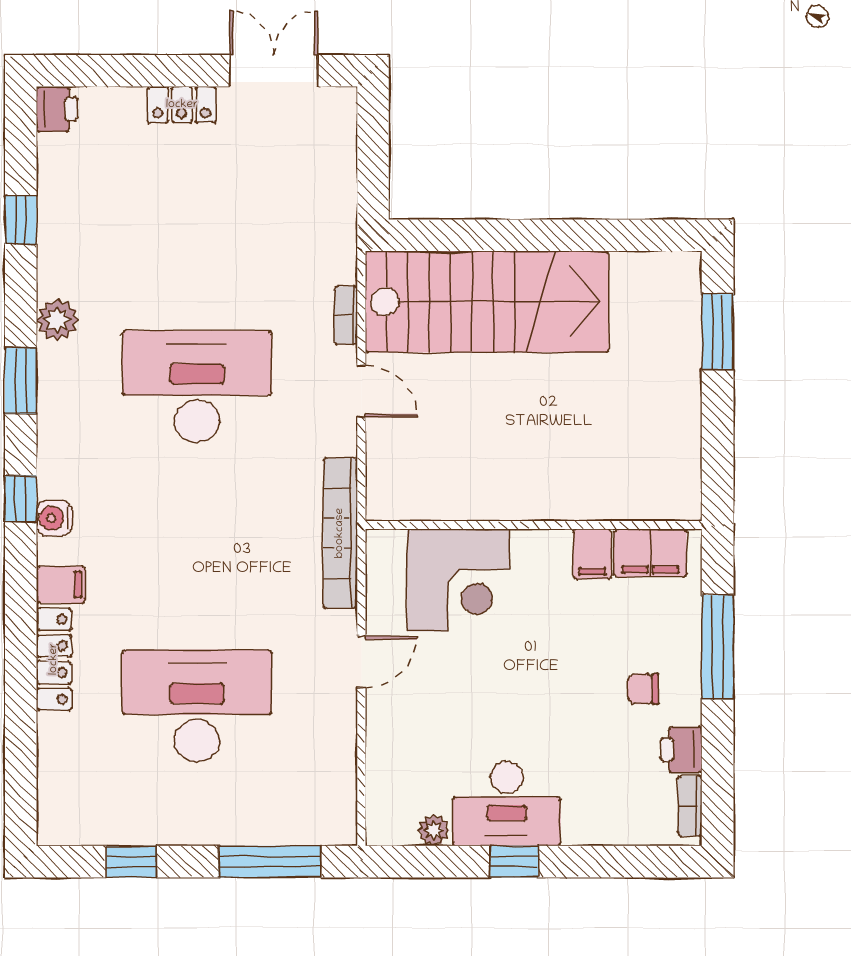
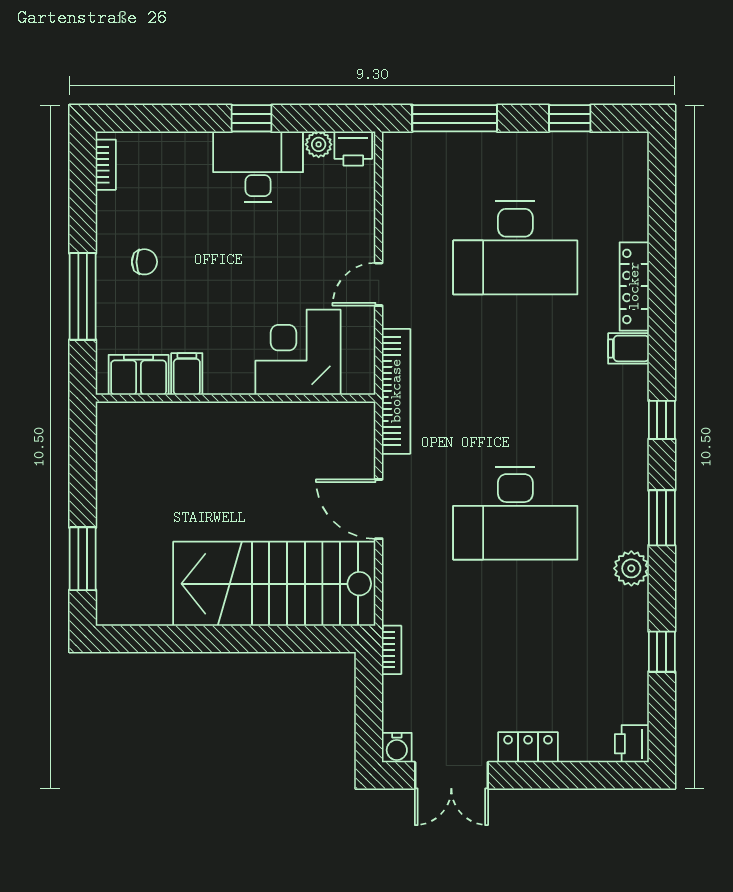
bookcase: (346, 315) -> (392, 650), moved
door: (361, 391) -> (379, 509), width x1.38
water cooler: (54, 518) -> (397, 748), moved, turned 90
printer: (681, 750) -> (353, 148), moved, turned 90

